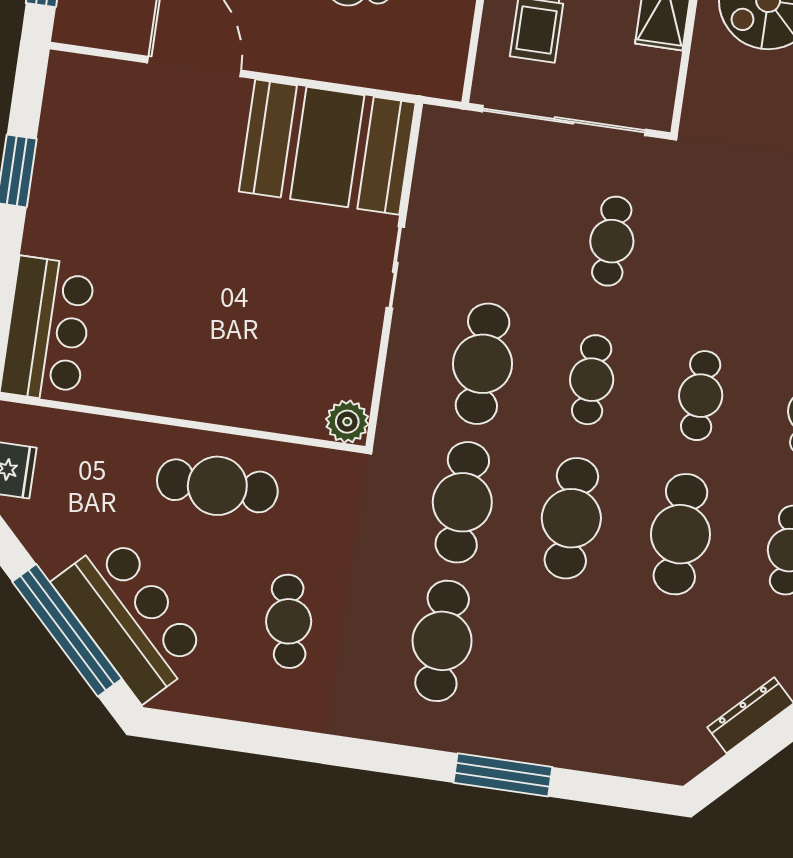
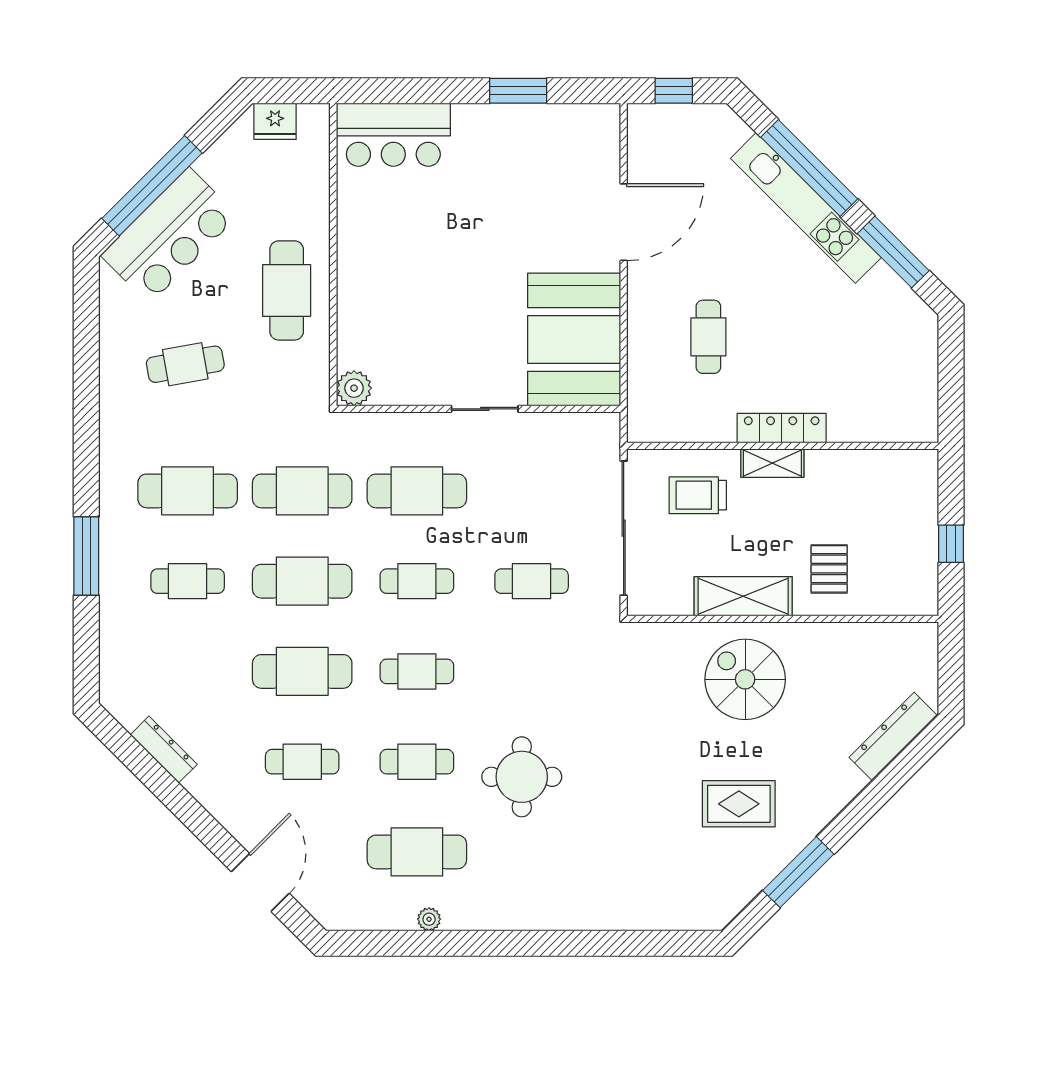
cafe table: (551, 657) -> (188, 581), added

